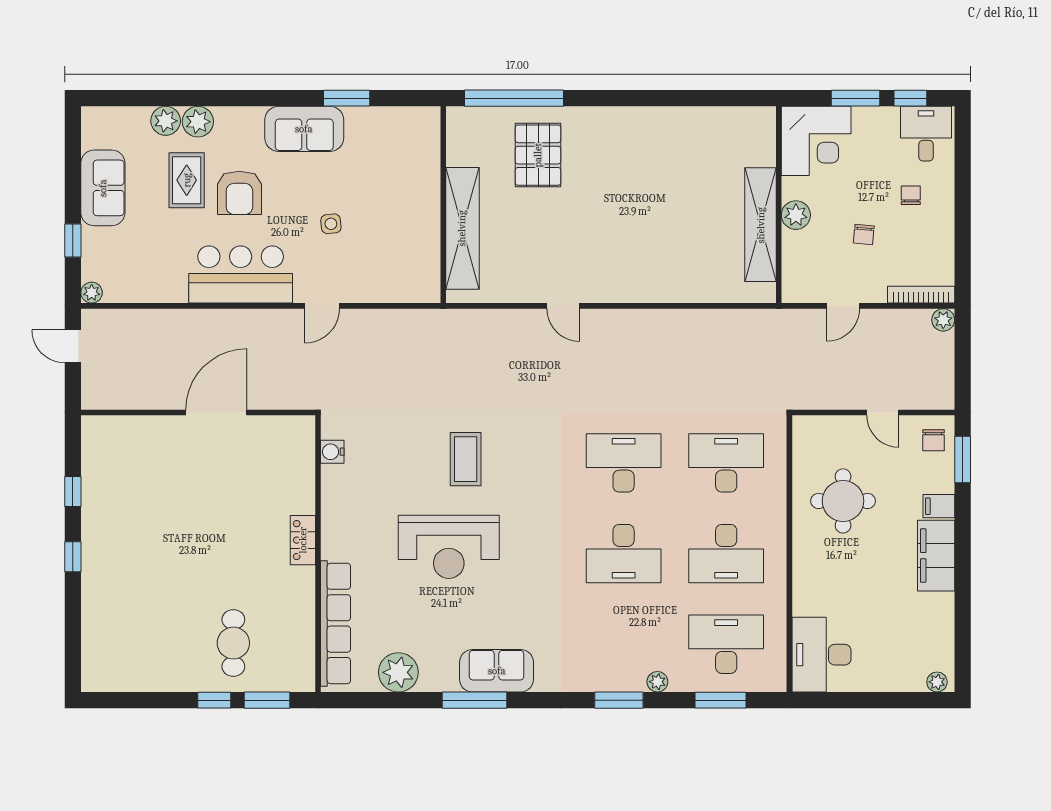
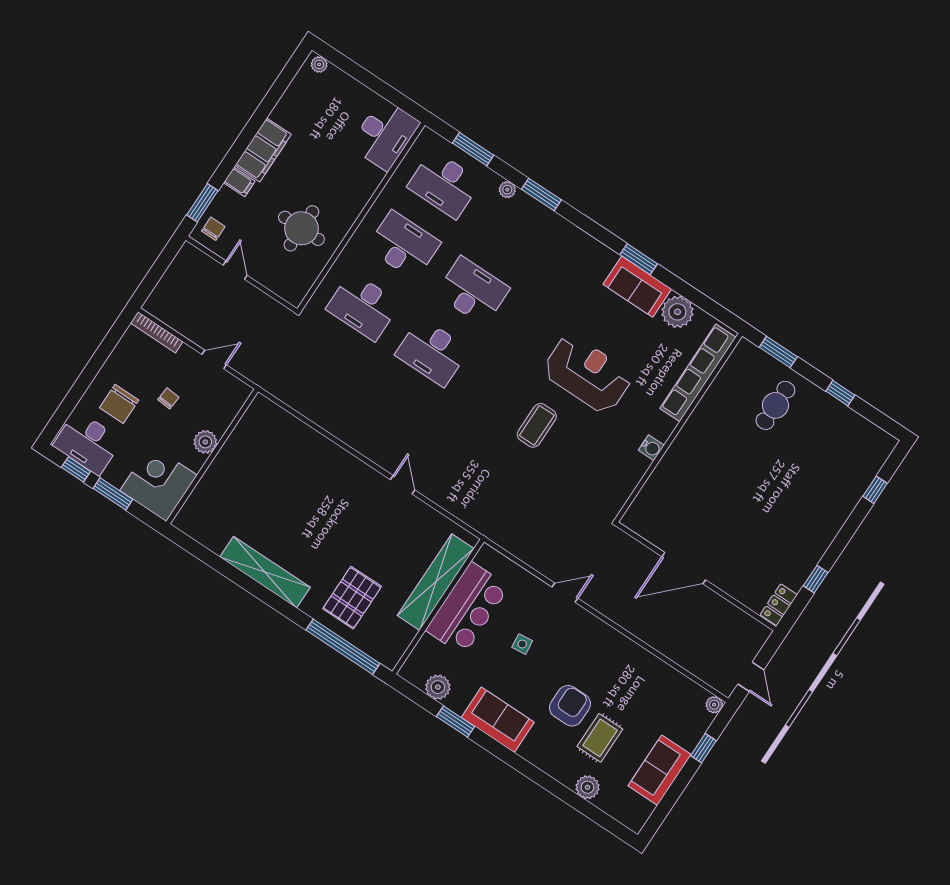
plant: (198, 122) -> (438, 687), moved
desk: (926, 134) -> (88, 443), width x1.37
chair: (911, 195) -> (119, 404), width x1.87, depth x1.87
shelving: (761, 225) -> (265, 572), moved, turned 90
bar counter: (241, 274) -> (467, 608), moved, turned -90
plant: (943, 320) -> (153, 305), removed
water cooler: (332, 452) -> (651, 448), moved
locker: (303, 540) -> (779, 605), moved, turned 180
window: (73, 557) -> (875, 490), moved
sofa: (497, 671) -> (637, 287), moved
window: (214, 700) -> (840, 393), moved
window: (475, 700) -> (639, 259), width x0.69

